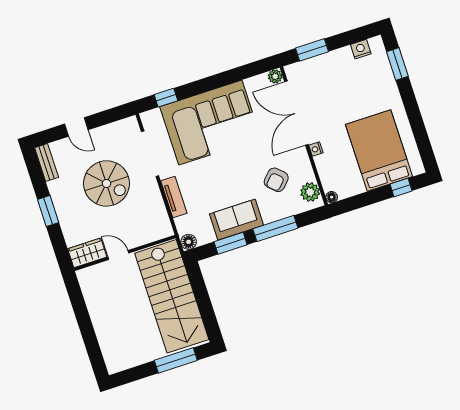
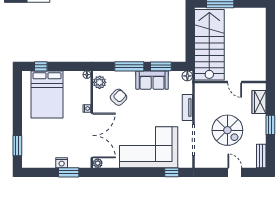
nightstand: (361, 49) -> (62, 163), moved
spiral stairs: (106, 183) -> (227, 130), turned 180
wardrobe: (87, 253) -> (259, 102), moved, turned 90

